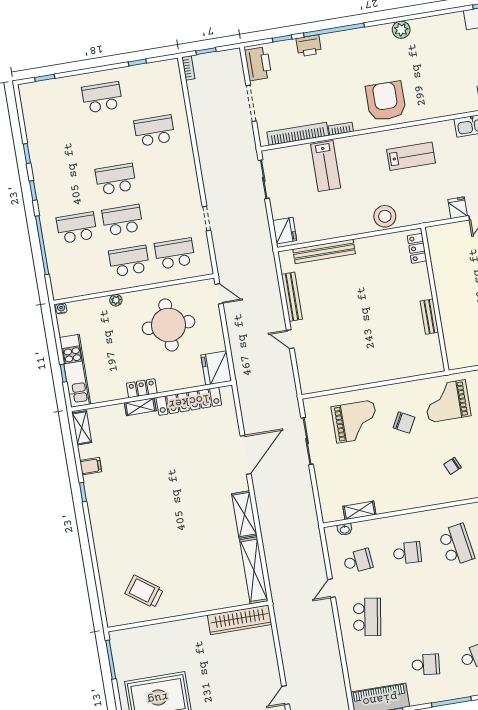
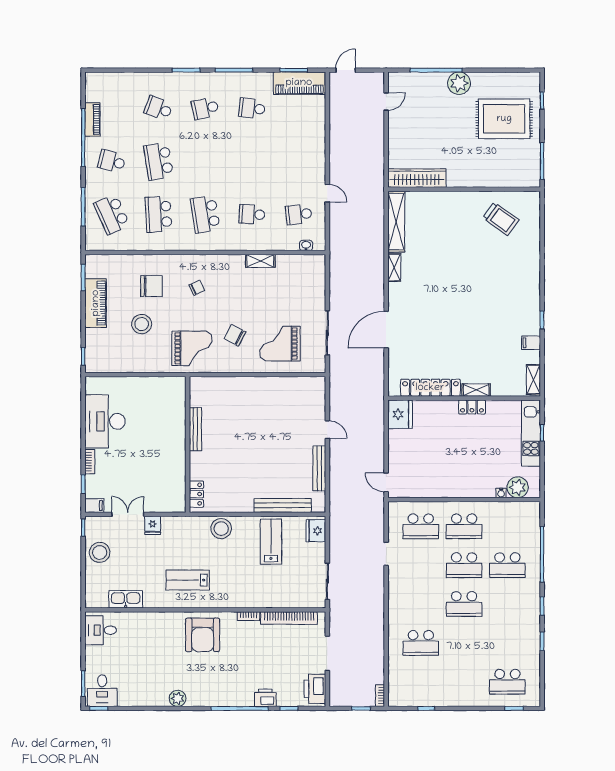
school desk: (102, 97) -> (507, 682), moved
lab bench: (326, 166) -> (271, 542), moved
plant: (116, 300) -> (518, 487), moved, width x1.88, depth x1.88
water cooler: (61, 308) -> (501, 493), moved
bench: (429, 317) -> (195, 429), width x1.36
round table: (168, 325) -> (438, 461), removed
shelving: (359, 510) -> (260, 261), moved
shelving: (244, 514) -> (394, 268), width x0.67, depth x0.75
door: (331, 588) -> (327, 193), hinge flipped
school desk: (367, 617) -> (299, 161), removed

